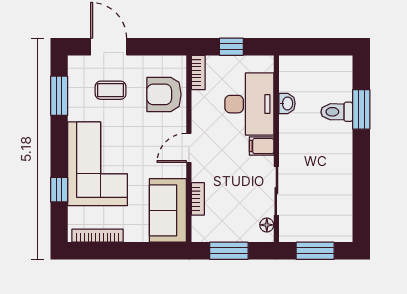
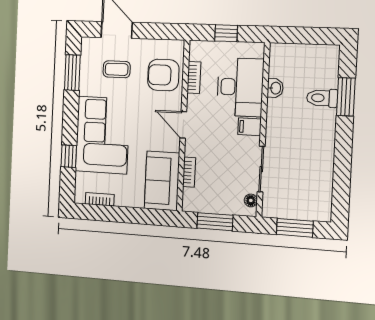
bookcase: (198, 72) -> (194, 77), moved
door: (189, 148) -> (183, 125), hinge flipped
bookcase: (98, 236) -> (100, 199), width x0.64

